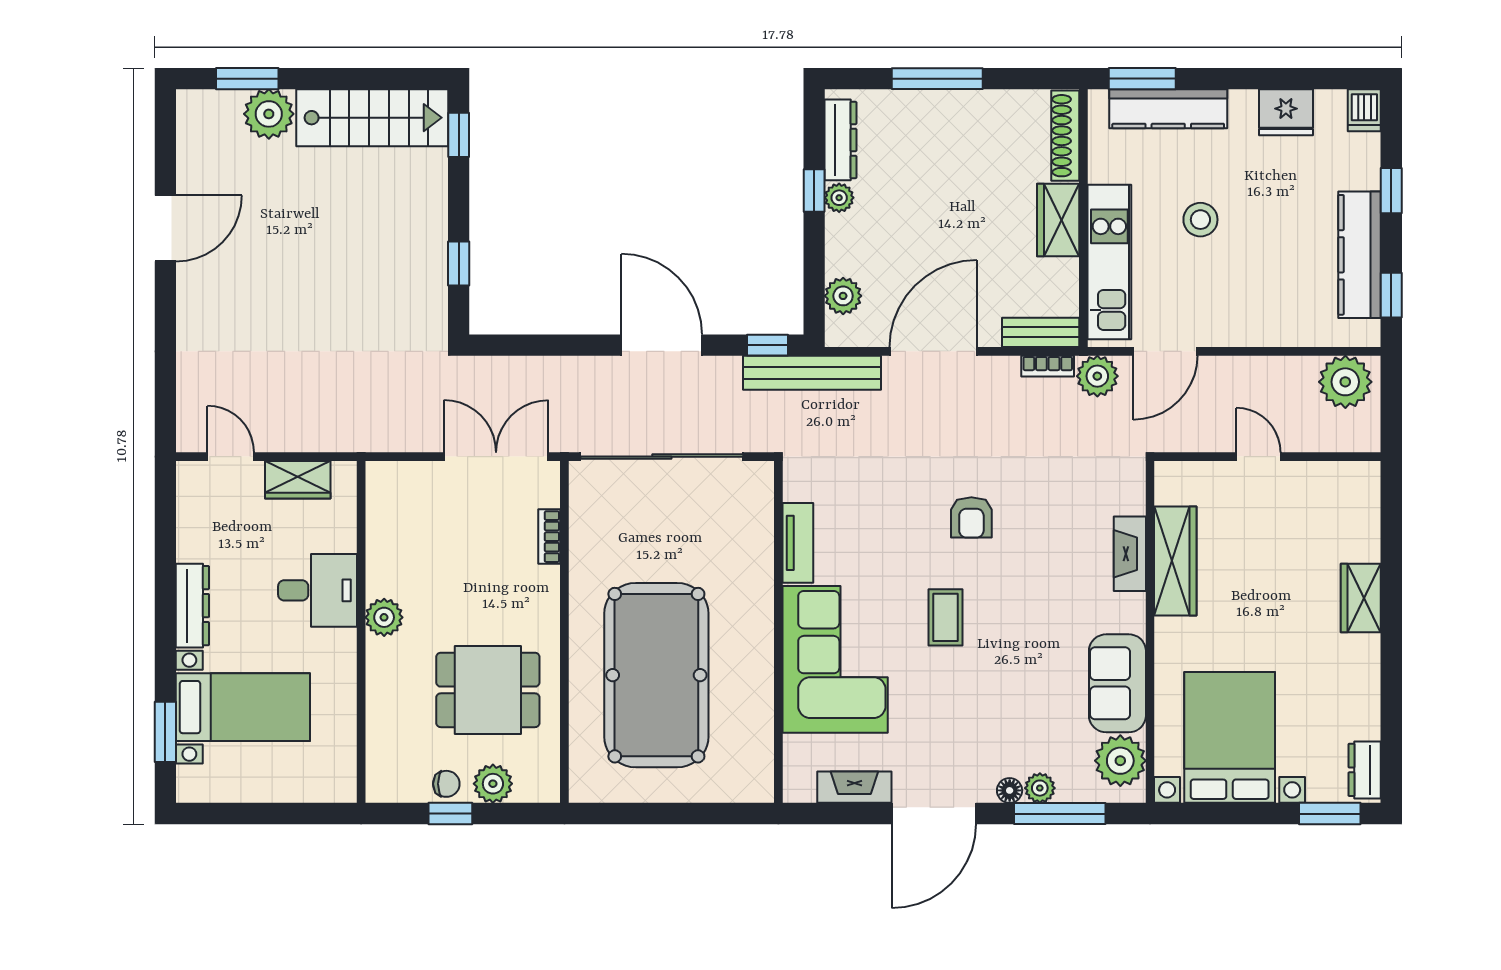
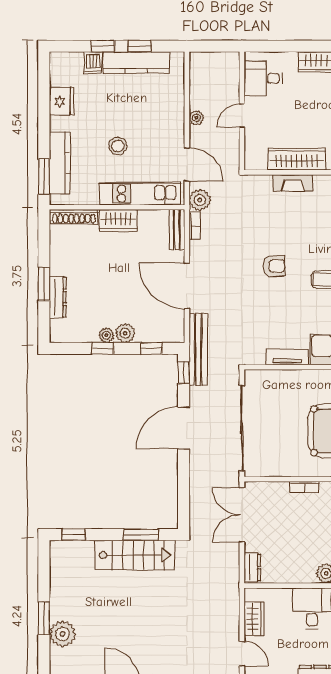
window: (247, 79) -> (44, 618), moved
window: (937, 79) -> (44, 284), width x0.69
dishwasher: (1364, 110) -> (93, 63), moved, turned 90
stairs: (372, 118) -> (135, 555), moved, turned 90
dresser: (840, 140) -> (58, 297), moved, turned 90
window: (459, 263) -> (141, 535), width x1.50
window: (814, 283) -> (151, 348), added
window: (1391, 295) -> (140, 46), moved
plant: (843, 296) -> (125, 333), moved
plant: (1345, 382) -> (196, 118), moved, width x0.53, depth x0.53
door: (231, 457) -> (242, 654), swing flipped
dresser: (396, 476) -> (252, 568), added
desk: (1329, 497) -> (263, 78), added
bookcase: (549, 537) -> (304, 487), moved

